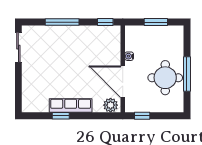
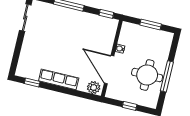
window: (61, 116) -> (32, 83), moved
window: (142, 116) -> (130, 106), moved

